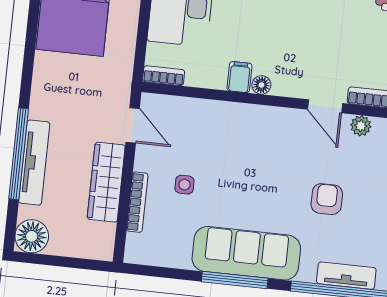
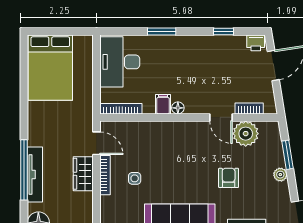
bookcase: (164, 76) -> (121, 109), width x1.56
plant: (361, 126) -> (246, 134), width x1.87, depth x1.87
wardrobe: (106, 182) -> (83, 174), width x0.67
bookcase: (137, 202) -> (105, 175), moved

